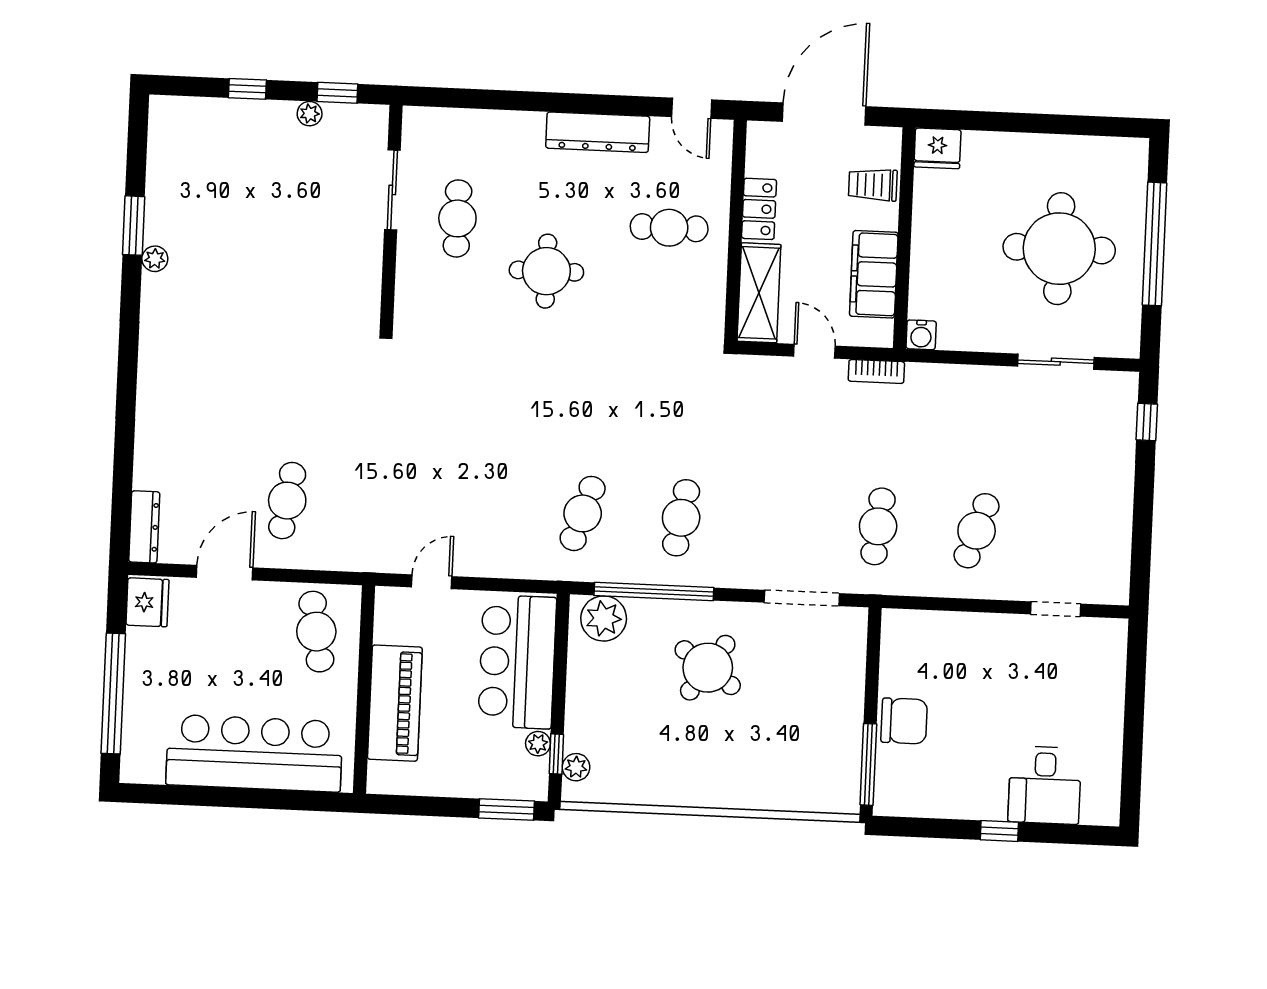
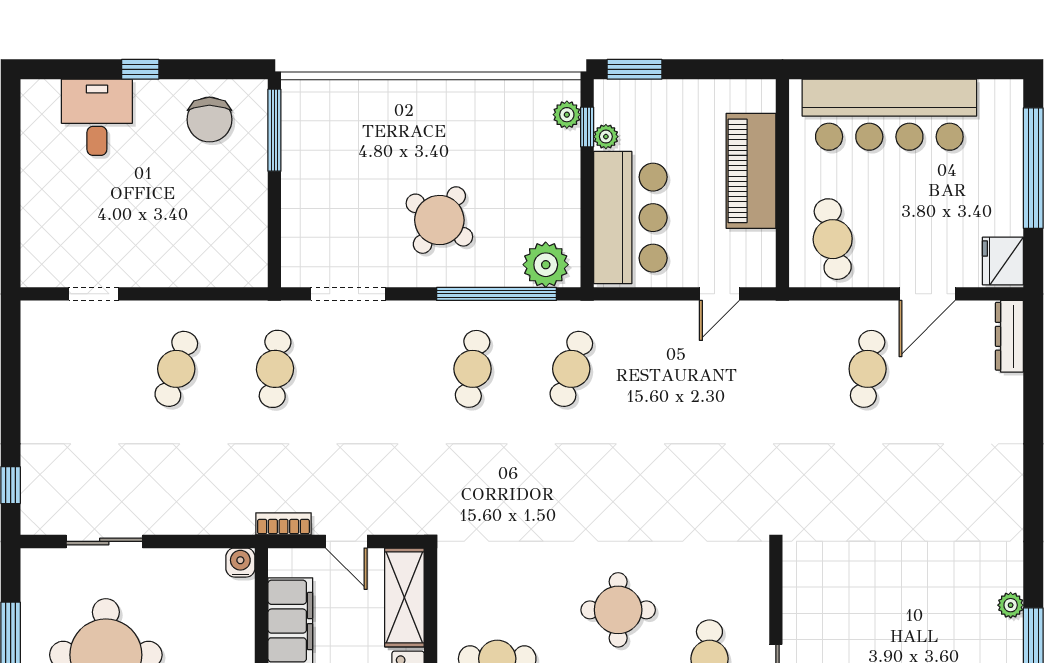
chair: (904, 721) -> (209, 120), moved, turned -90

